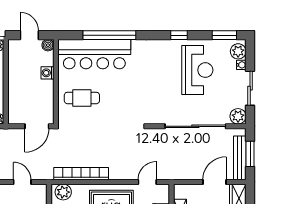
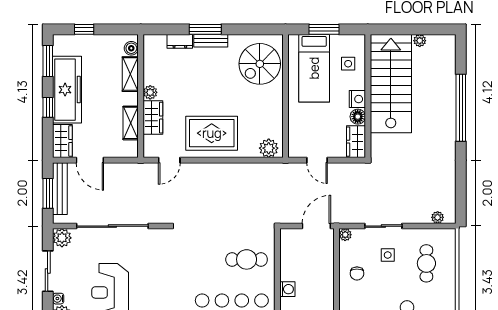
door: (37, 126) -> (316, 226), moved
bookcase: (81, 174) -> (247, 170), removed
door: (214, 182) -> (90, 160), hinge flipped

